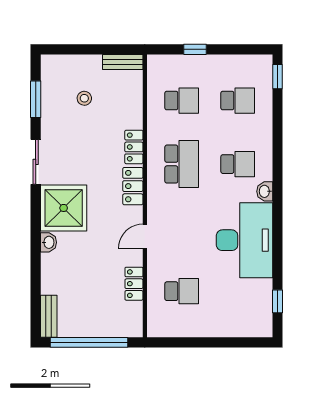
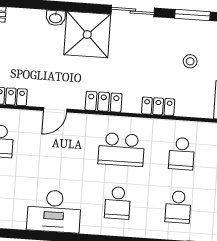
locker: (134, 147) -> (158, 106), moved
washbasin: (265, 191) -> (90, 227), removed
door: (145, 236) -> (55, 110), swing flipped
desk: (244, 240) -> (54, 211), width x0.73, depth x0.77

